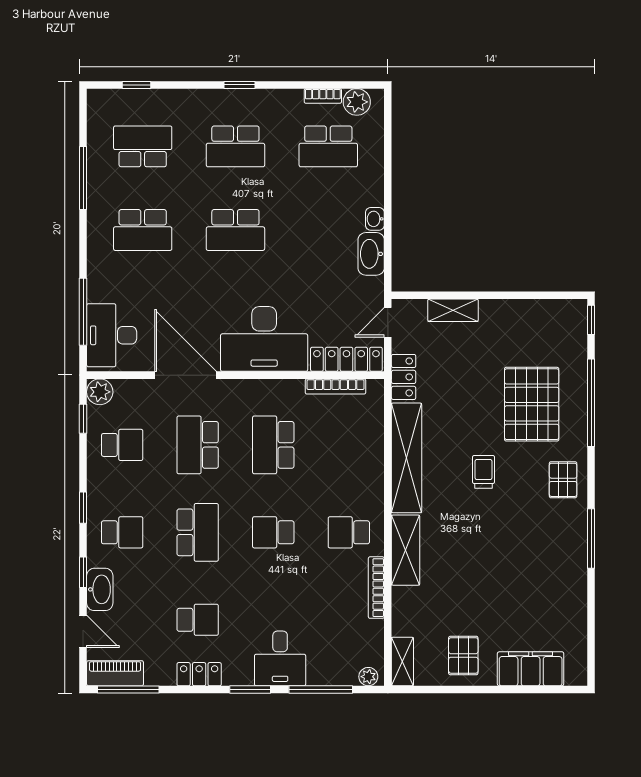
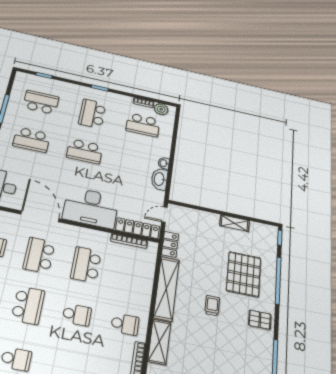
school desk: (235, 146) -> (92, 114), turned 90
shelving: (453, 310) -> (235, 223), moved
pallet: (563, 480) -> (260, 320), turned 90
school desk: (273, 532) -> (77, 315), turned 180
school desk: (349, 532) -> (125, 324), turned 180

